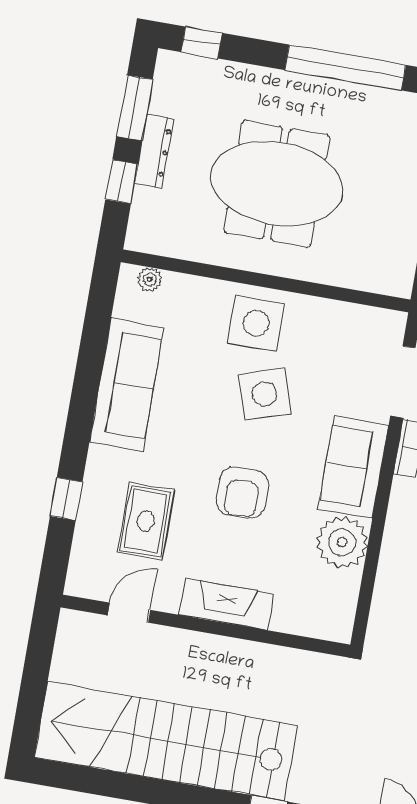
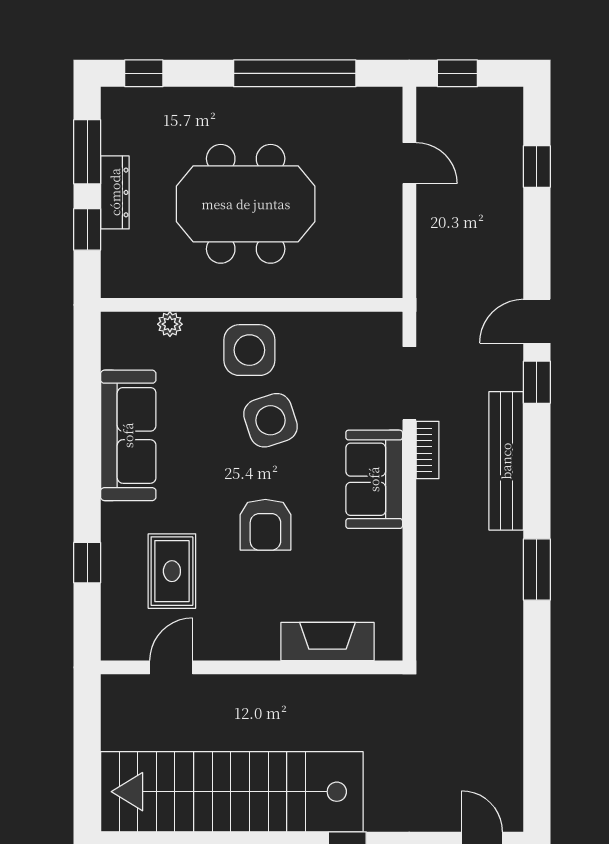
plant: (150, 280) -> (170, 324), moved
plant: (342, 542) -> (376, 558), removed
fireplace: (226, 604) -> (327, 641), moved

